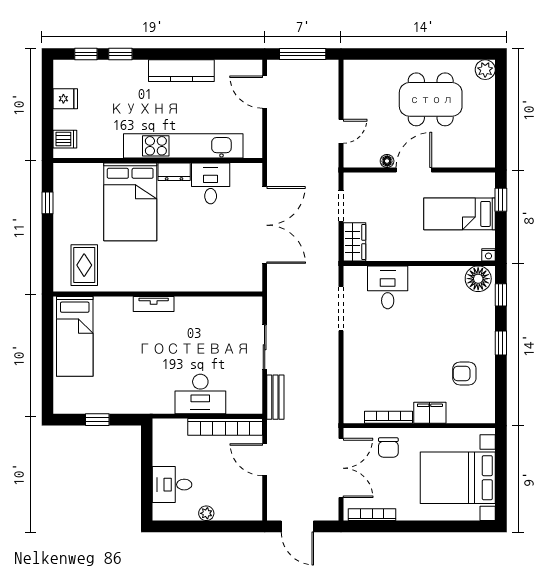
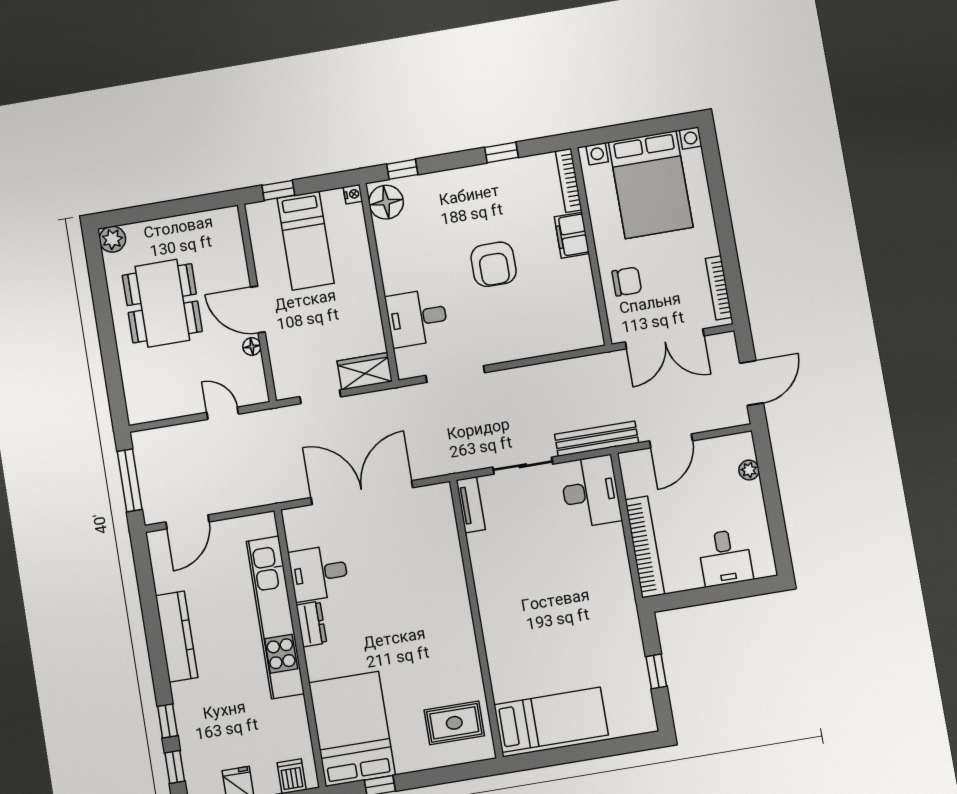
bed: (130, 202) -> (352, 729), moved, turned -90
tv unit: (154, 304) -> (471, 505), moved
window: (501, 343) -> (501, 152), moved
armchair: (464, 373) -> (494, 264), moved, width x1.38, depth x1.38
desk: (200, 394) -> (591, 492), moved
bench: (275, 397) -> (597, 439), width x1.36
bookcase: (388, 417) -> (569, 180), moved
bookcase: (225, 427) -> (645, 547), moved
double door: (341, 468) -> (665, 339), swing flipped
plant: (206, 513) -> (749, 470), moved

